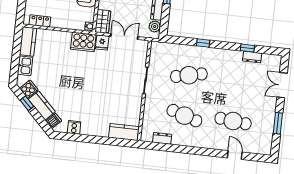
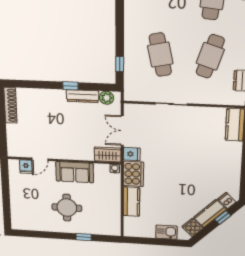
locker: (40, 21) -> (115, 219), removed
kitchen counter: (28, 41) -> (131, 202), moved, turned 90
window: (203, 43) -> (120, 64), moved
window: (27, 103) -> (223, 218), moved
cooker: (74, 127) -> (233, 179), removed

